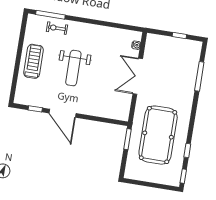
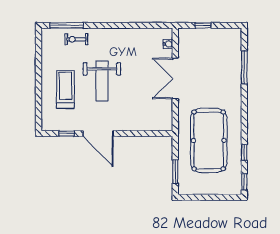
window: (179, 36) -> (203, 25), moved
treadmill: (33, 61) -> (65, 90), moved
window: (127, 139) -> (175, 172), moved

